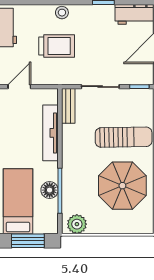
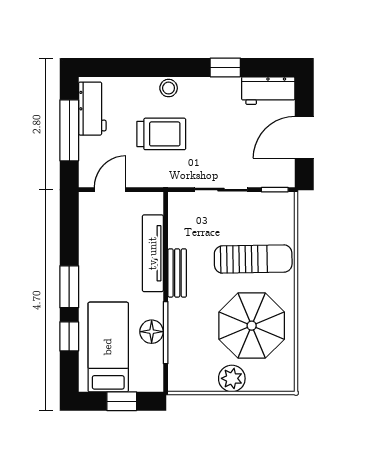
bench: (68, 106) -> (177, 273), moved
plant: (77, 224) -> (232, 378), moved
window: (28, 241) -> (122, 401), width x0.67

